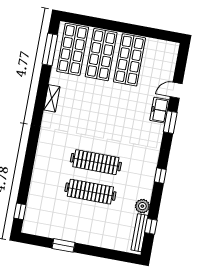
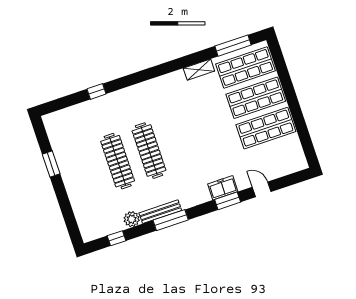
shelving: (52, 98) -> (199, 70), moved
freezer: (160, 110) -> (223, 188), moved
window: (160, 176) -> (171, 220), width x2.17
window: (20, 211) -> (97, 91), moved
bench: (139, 233) -> (160, 212), moved

